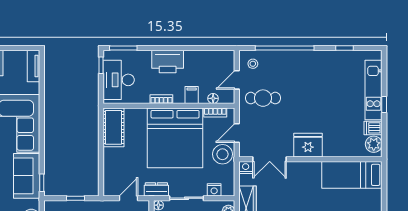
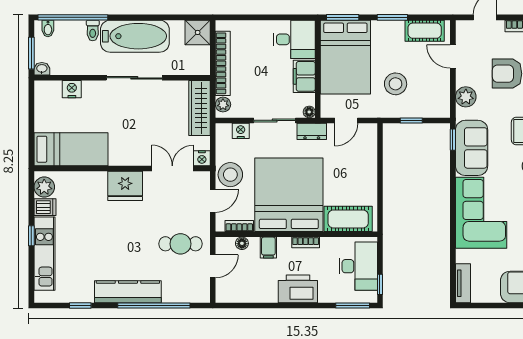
kitchen counter: (306, 59) -> (128, 292), added
stool: (253, 64) -> (193, 286), removed
cot: (113, 127) -> (348, 219), moved, turned 90

